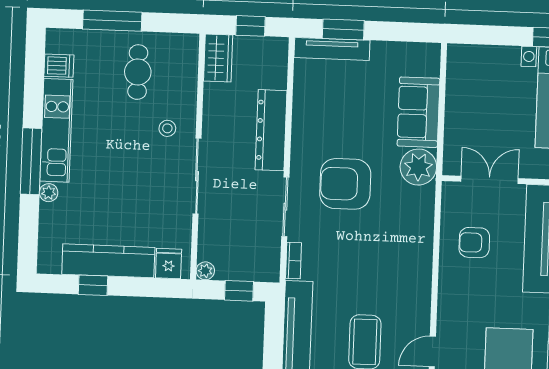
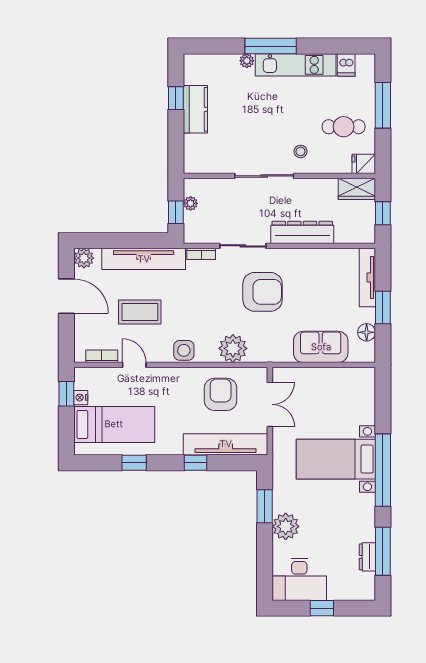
window: (343, 30) -> (383, 307), moved
floor lamp: (402, 53) -> (367, 332), added
plant: (418, 167) -> (233, 348), moved
armchair: (345, 184) -> (263, 292), turned 90
armchair: (474, 243) -> (221, 394), width x1.38, depth x1.38
kitchen counter: (108, 261) -> (195, 109), width x0.67
fridge: (169, 264) -> (364, 164), moved, turned 180
plant: (205, 271) -> (191, 203), moved
side table: (416, 287) -> (184, 350), added

